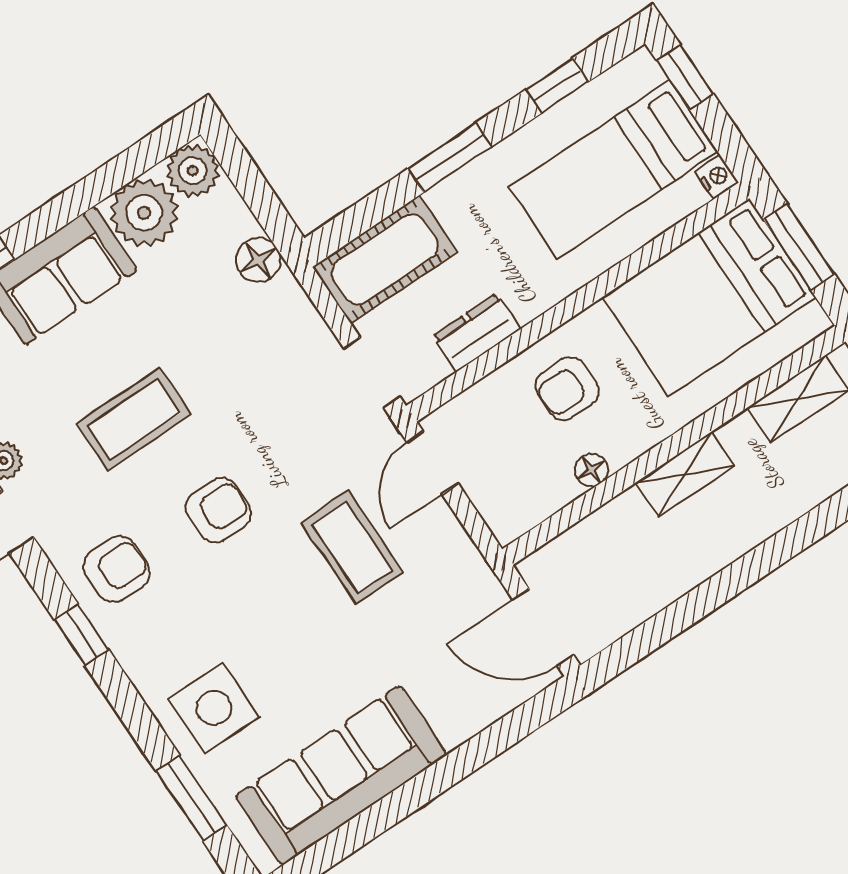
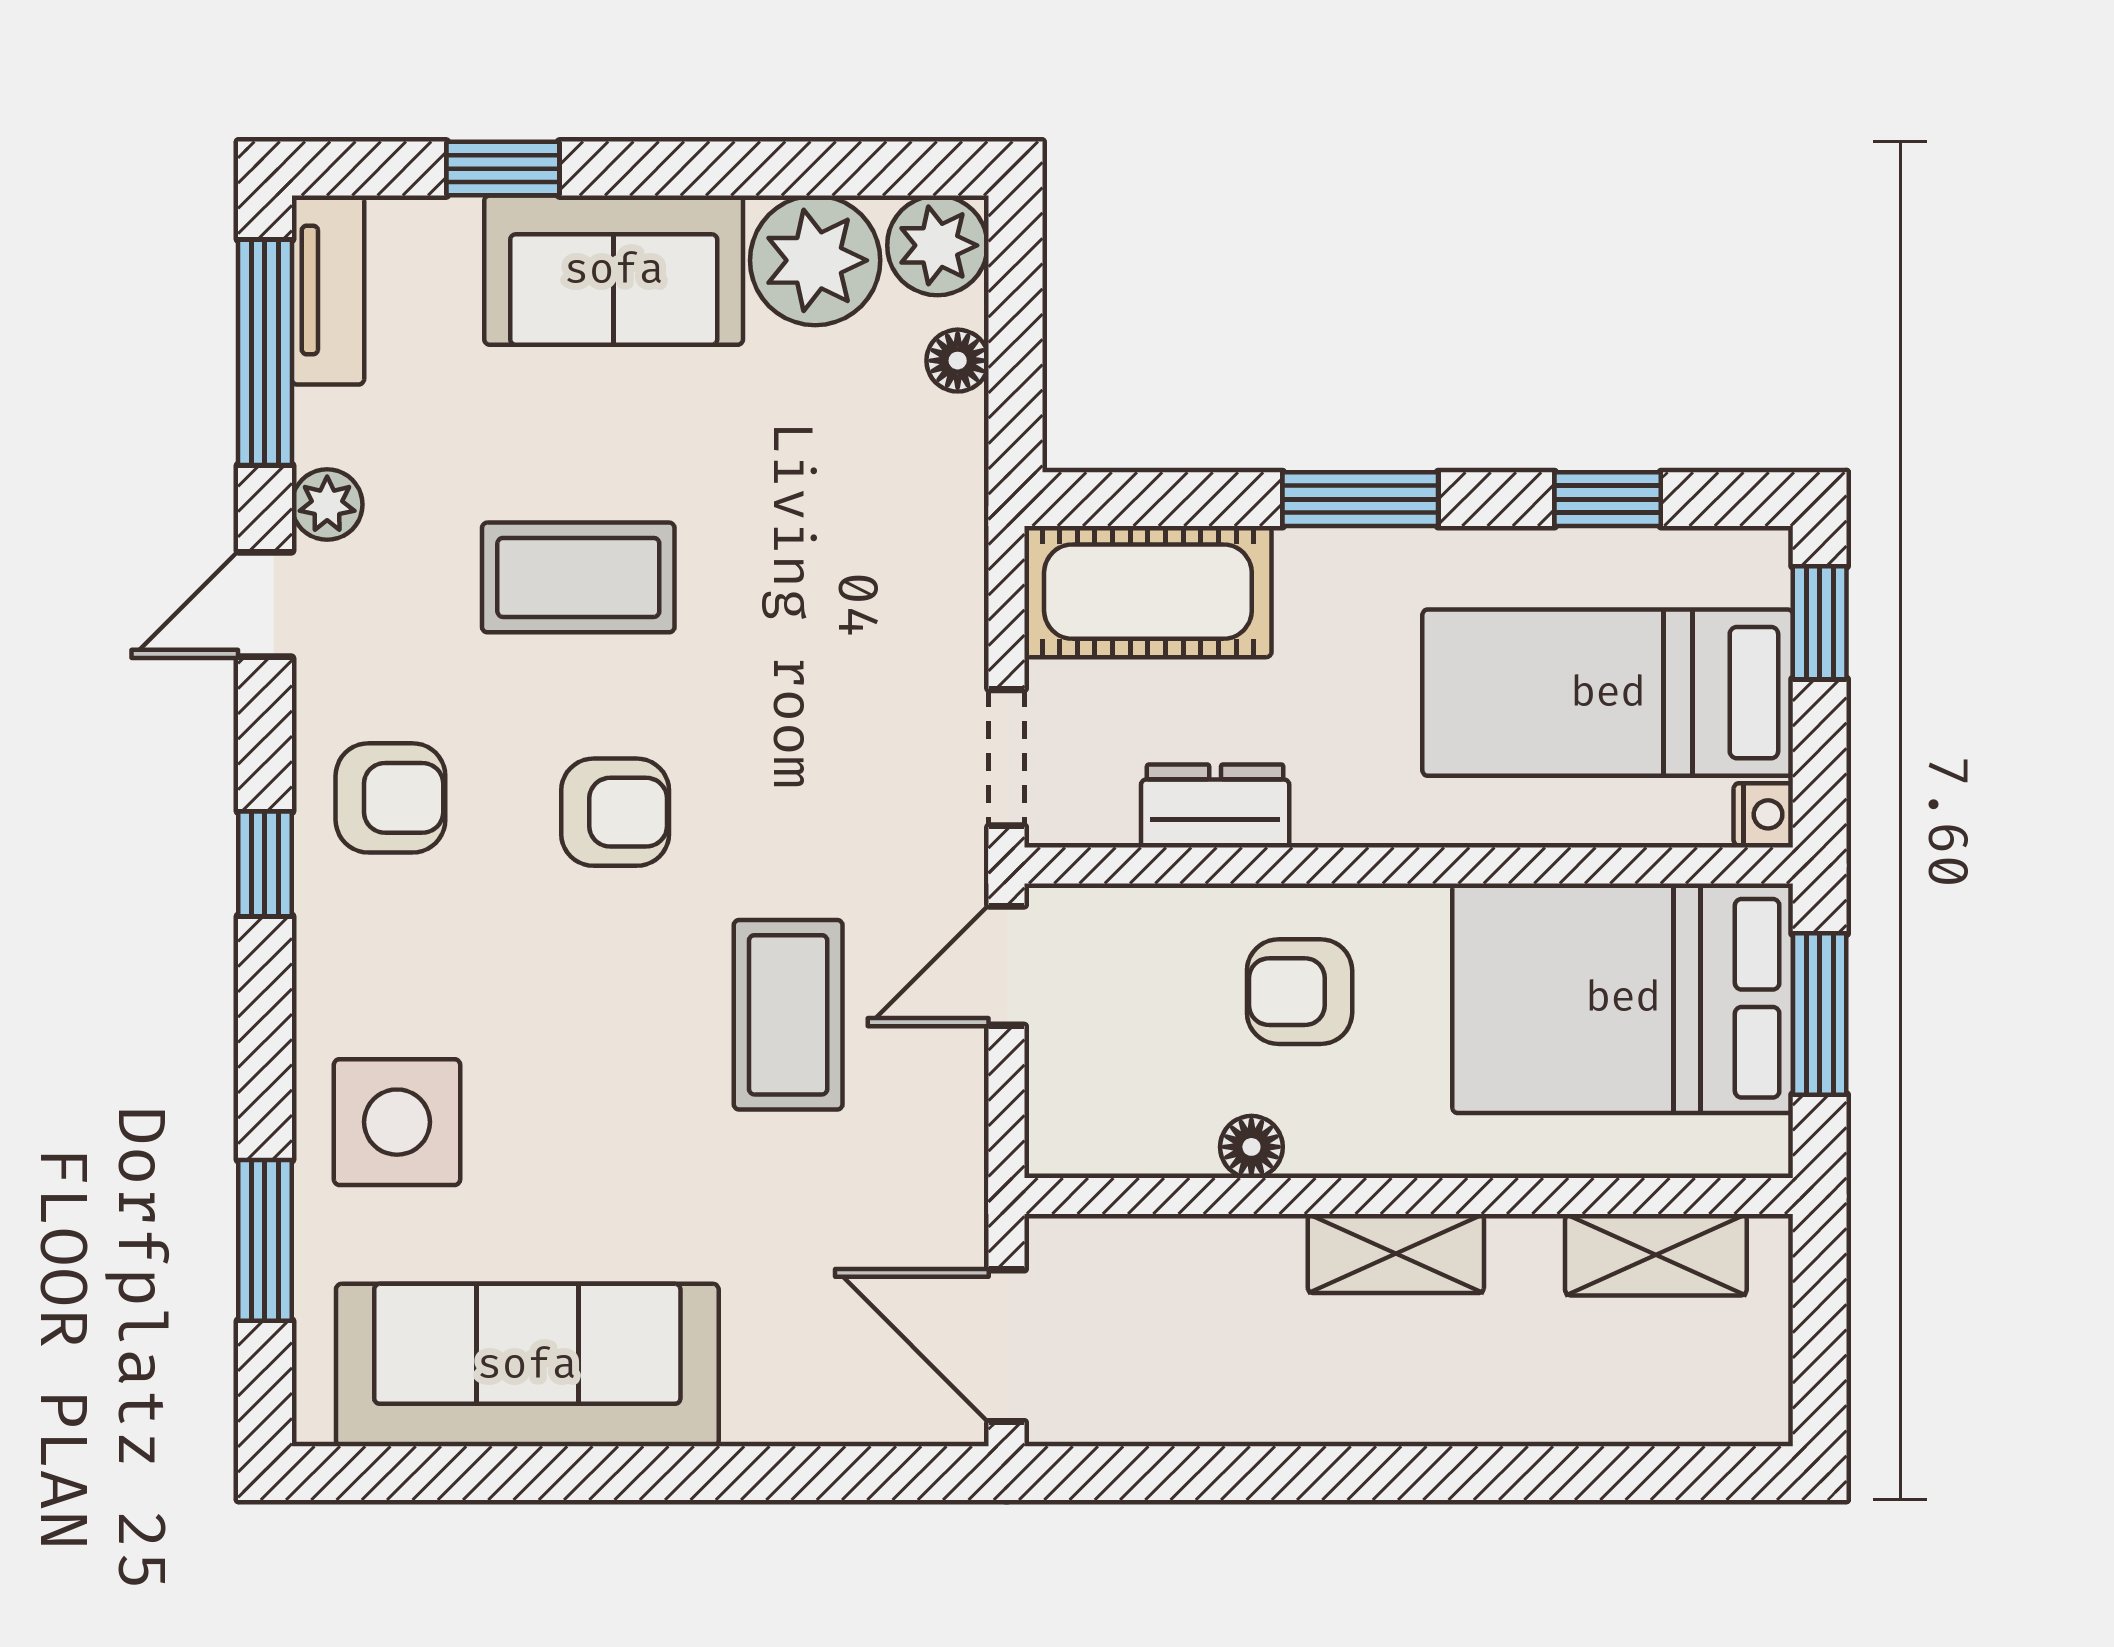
floor lamp: (258, 260) -> (958, 361), moved, width x0.73, depth x0.73

